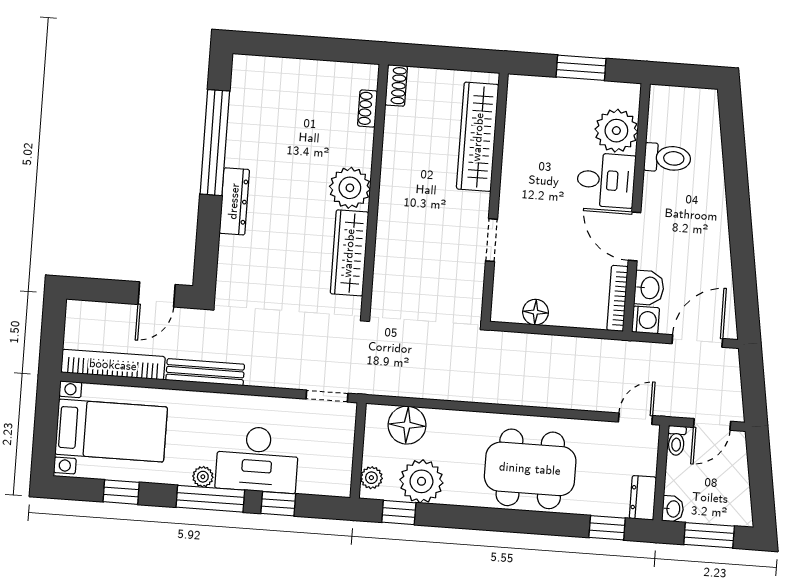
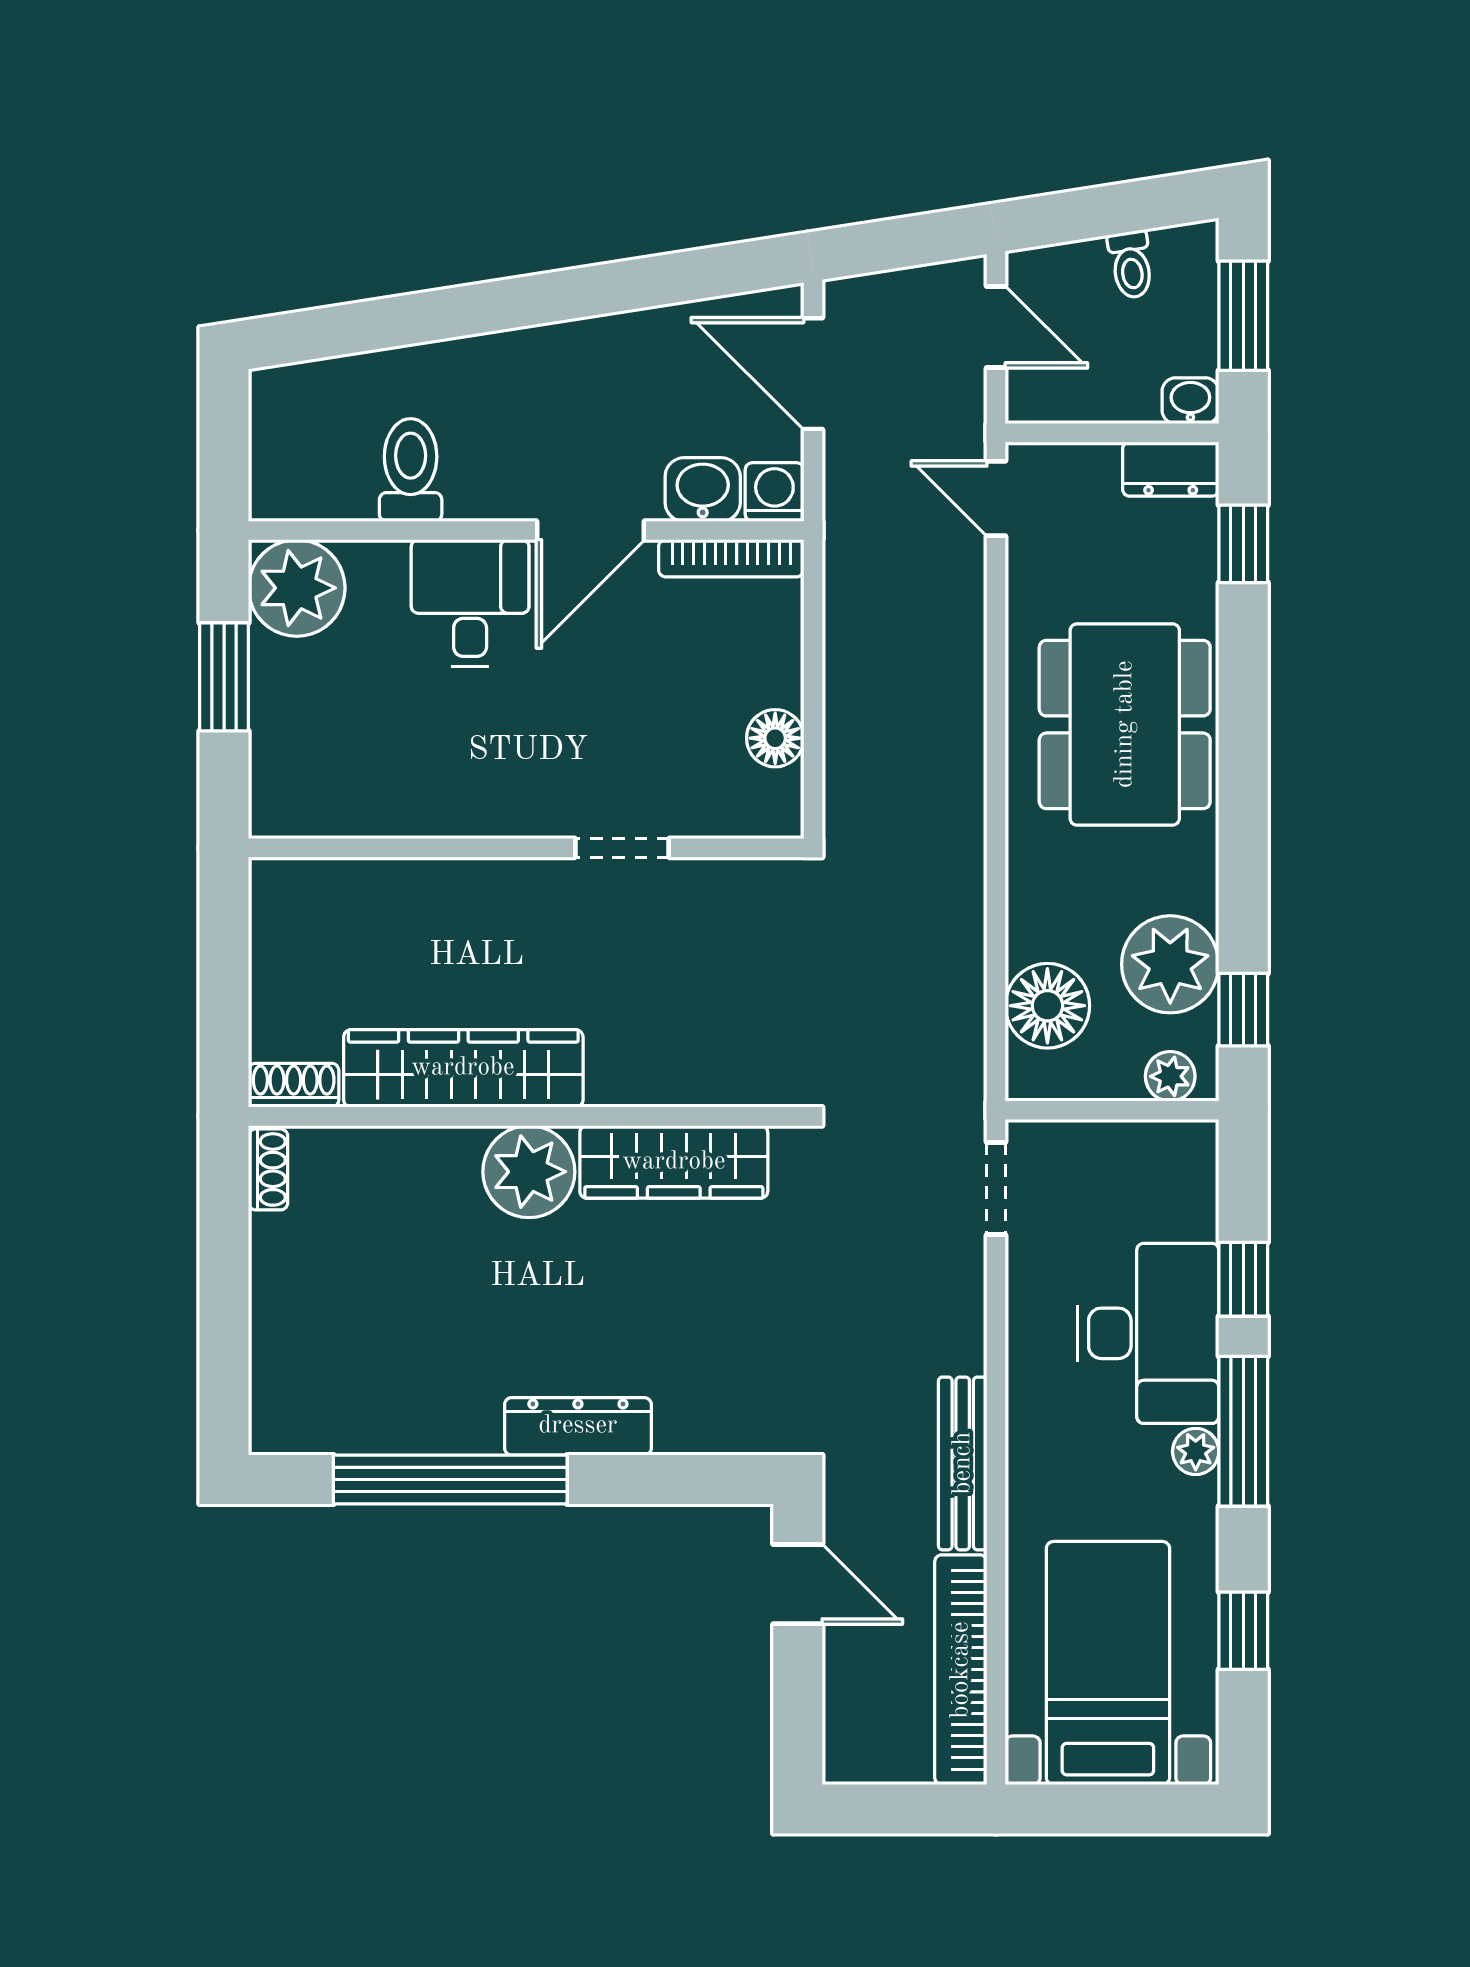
shoe rack: (368, 108) -> (268, 1169), moved, turned -90
plant: (616, 131) -> (297, 588), moved
wardrobe: (478, 137) -> (463, 1068), moved, turned 180
toilet: (676, 441) -> (1131, 264), moved, turned 81

